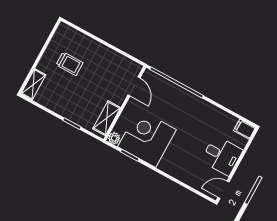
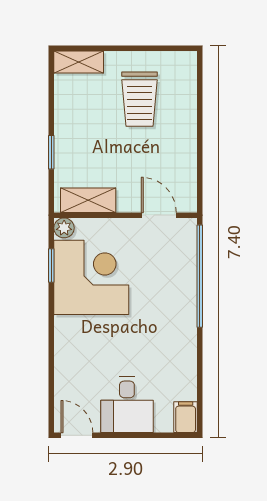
trolley: (69, 64) -> (140, 99), width x1.36, depth x1.39
door: (134, 86) -> (159, 215), swing flipped

